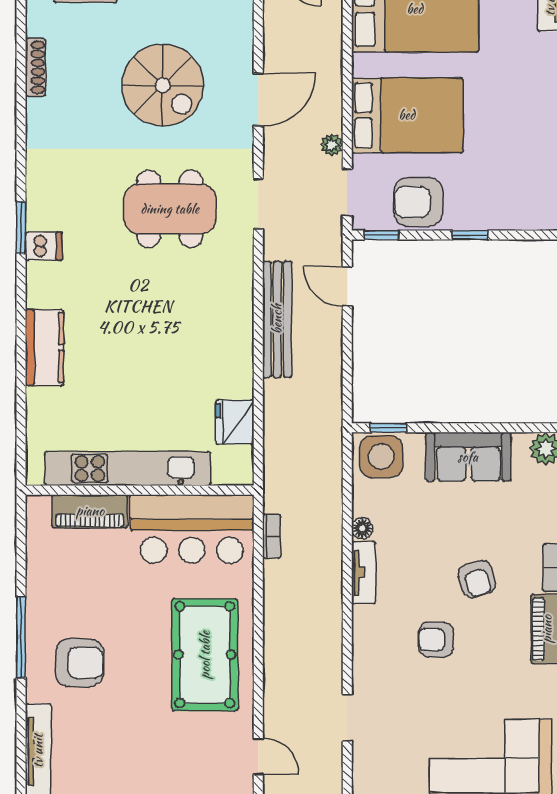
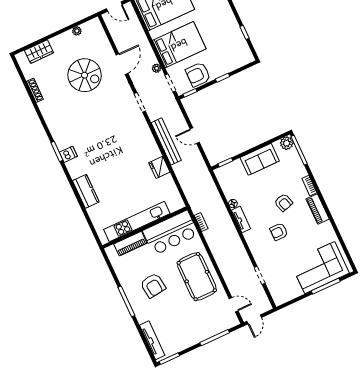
dining table: (170, 209) -> (108, 119), removed
door: (347, 287) -> (195, 136), moved
fridge: (235, 422) -> (159, 167), moved
side table: (381, 457) -> (228, 174), removed
armchair: (80, 663) -> (153, 285), moved, turned 81

